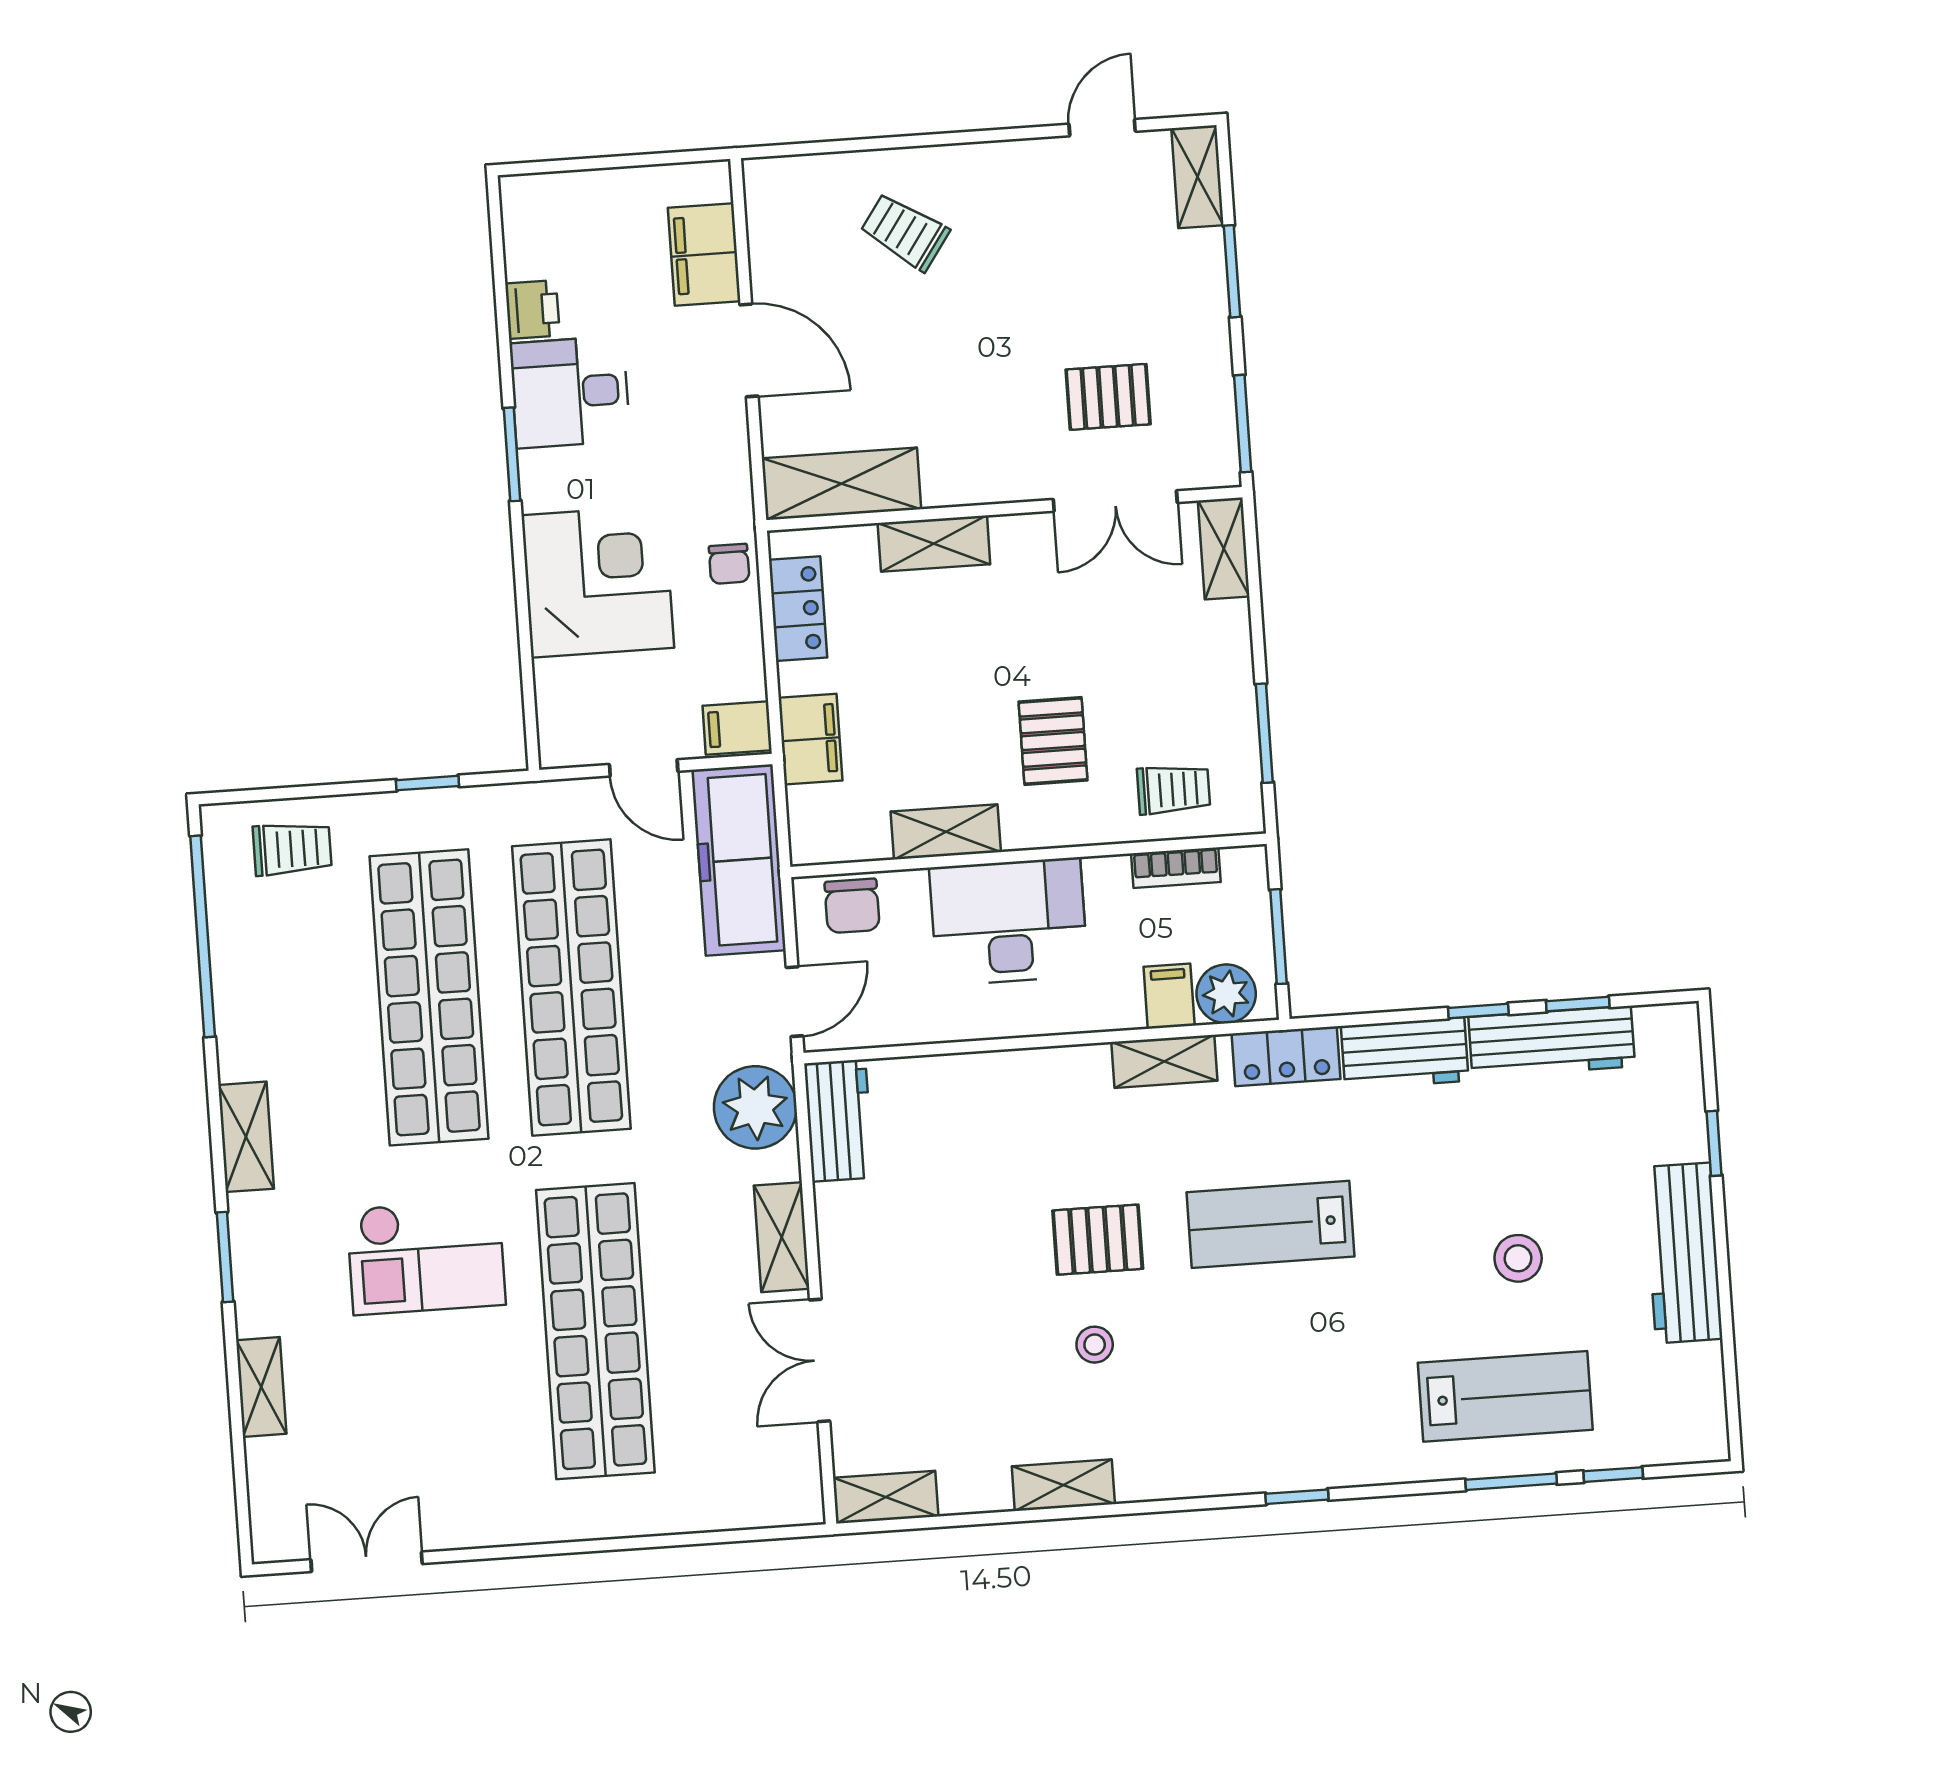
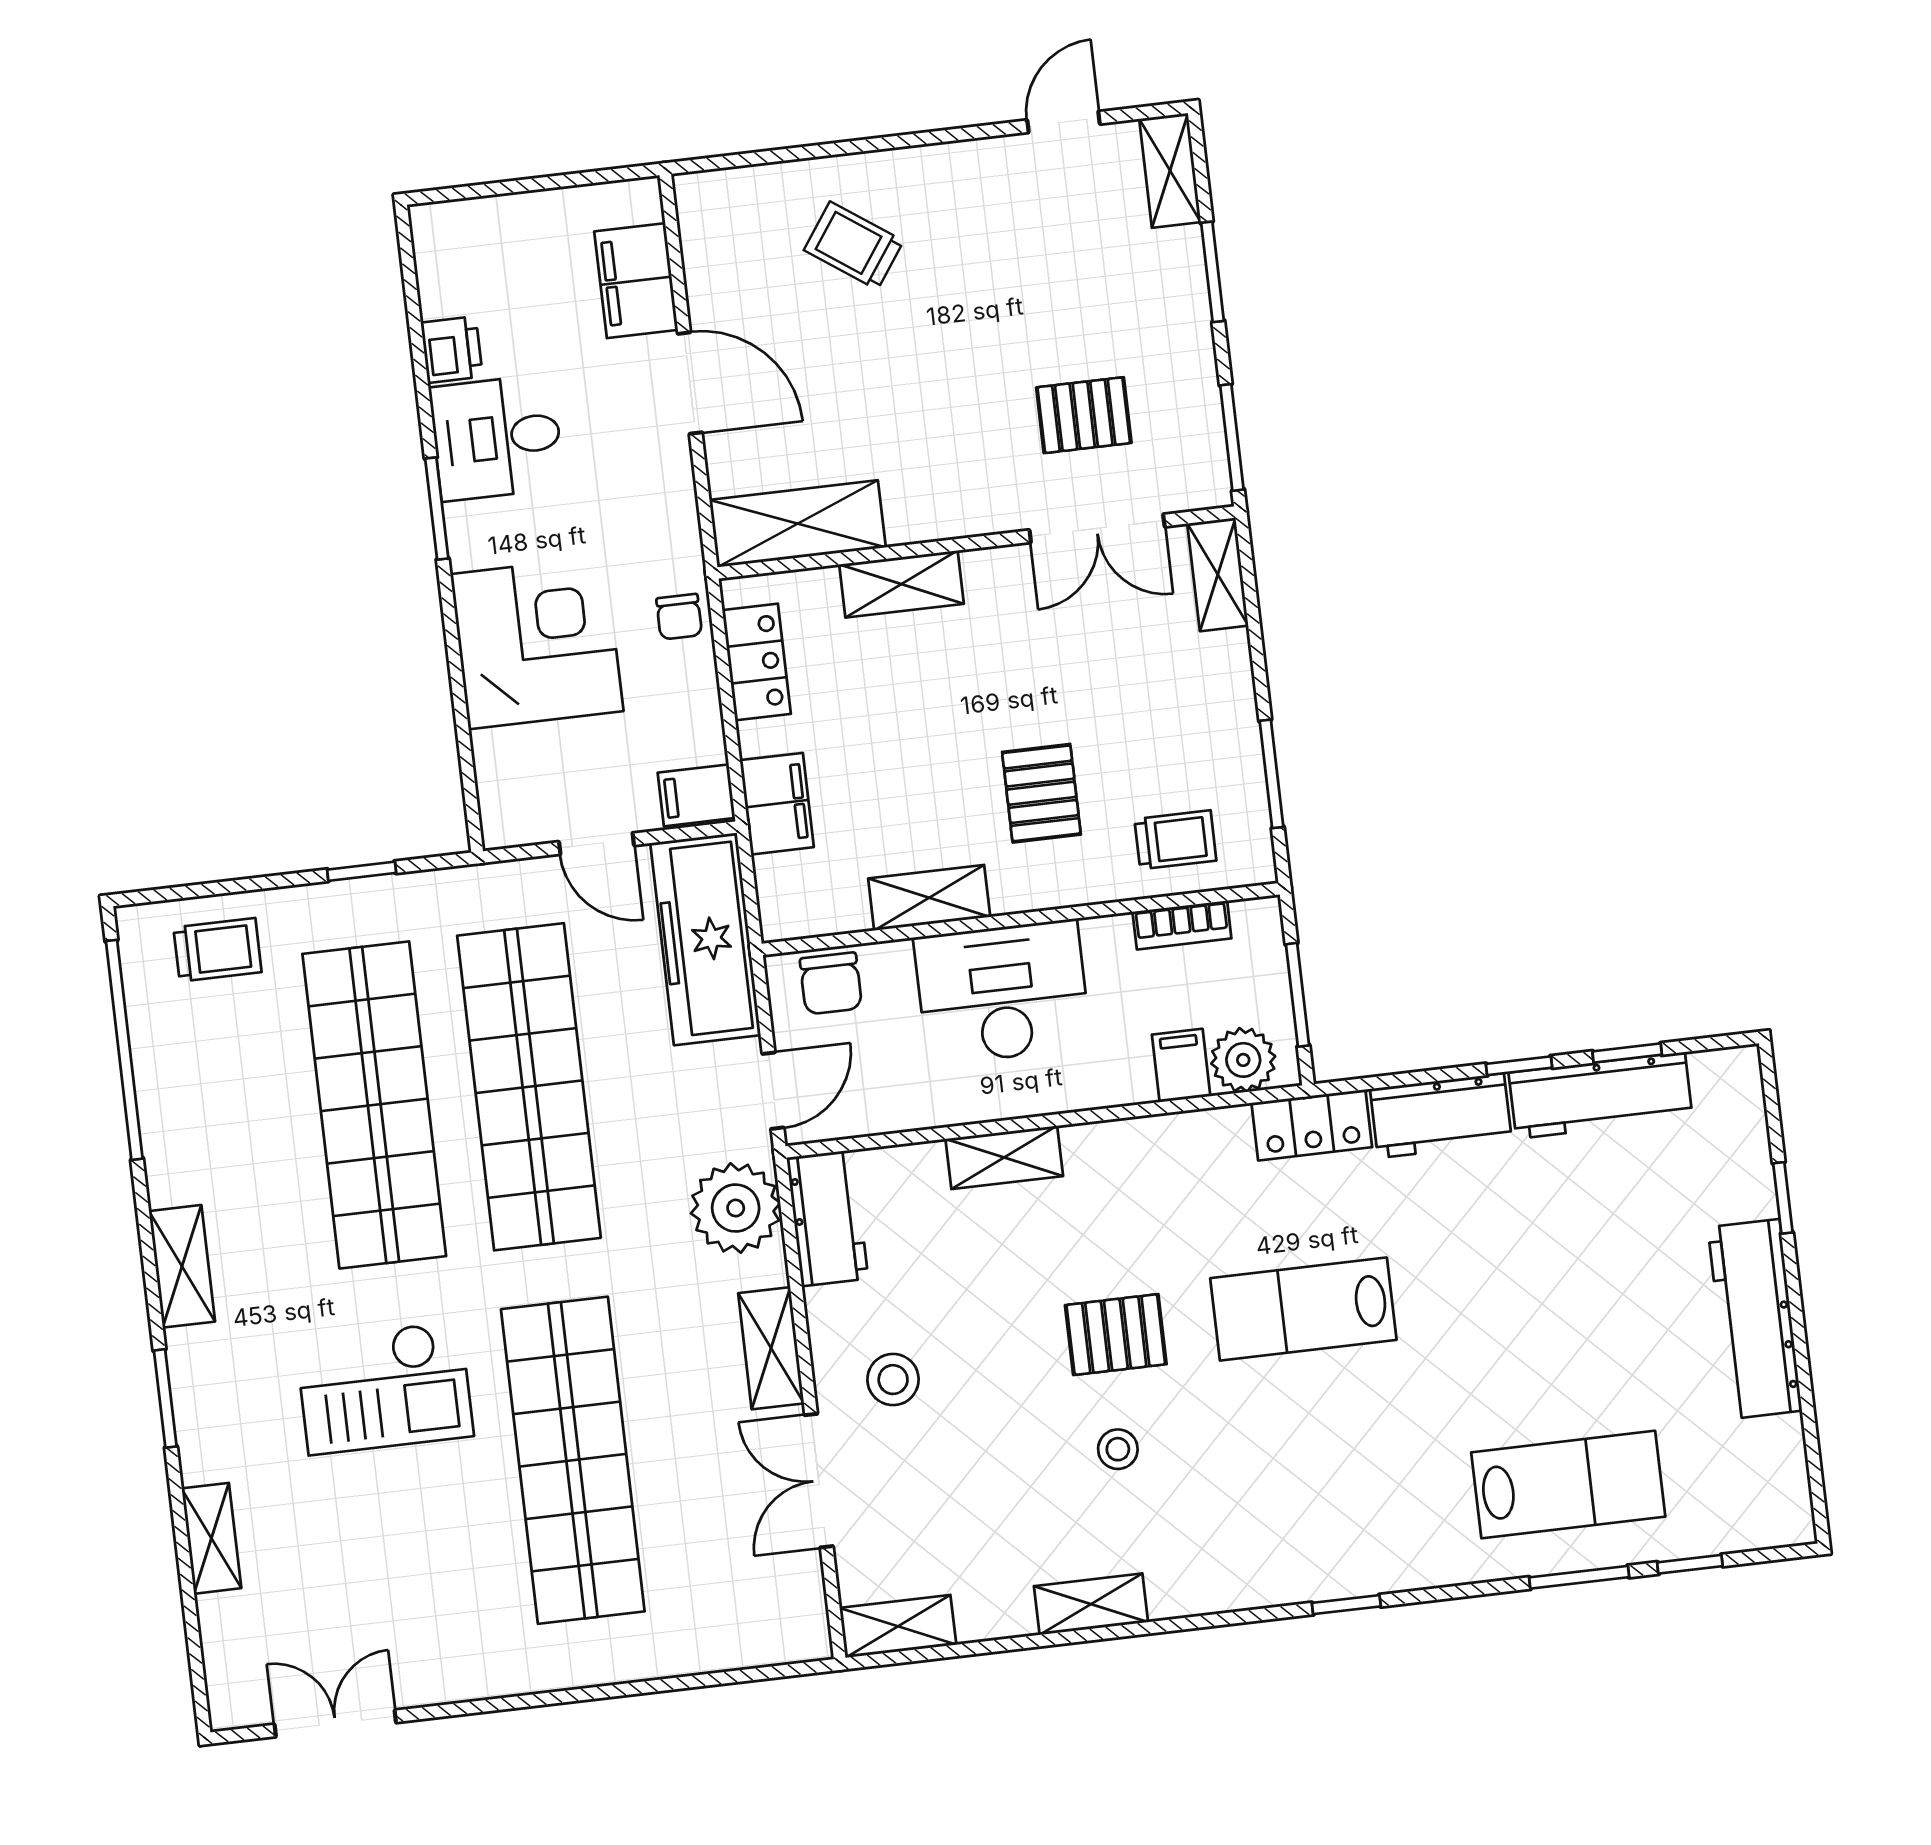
shelving: (1164, 1061) -> (1004, 1157), moved
stool: (1518, 1258) -> (893, 1380), moved

